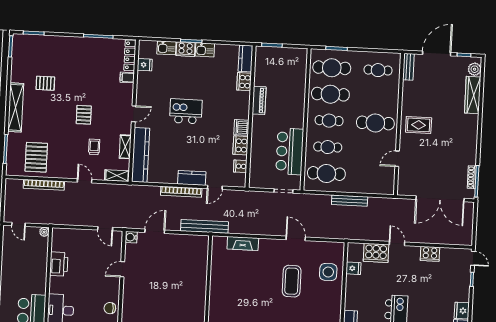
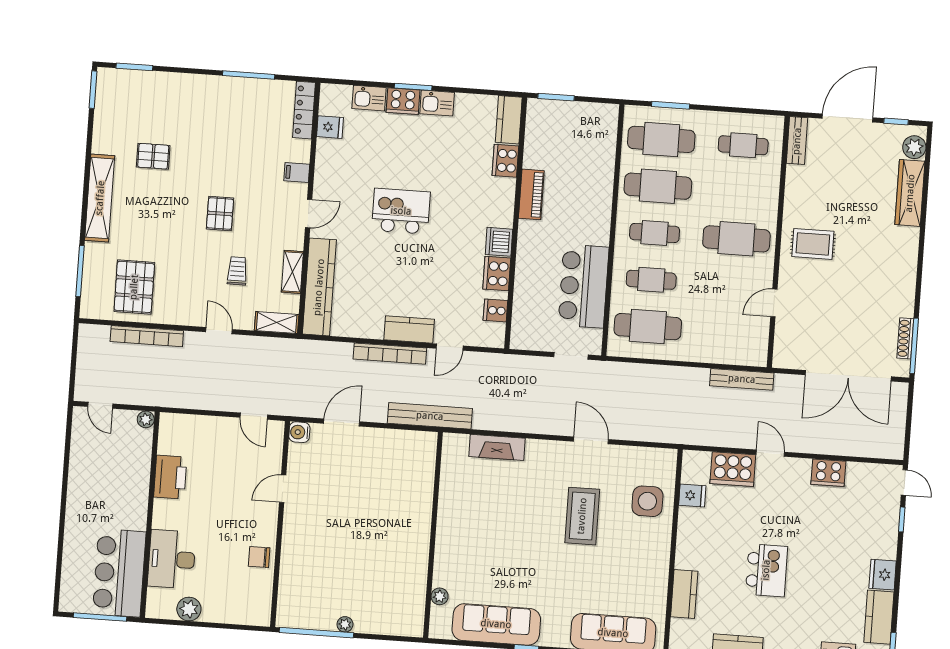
filing cabinet: (127, 77) -> (297, 172), moved
bench: (350, 201) -> (742, 379), moved

